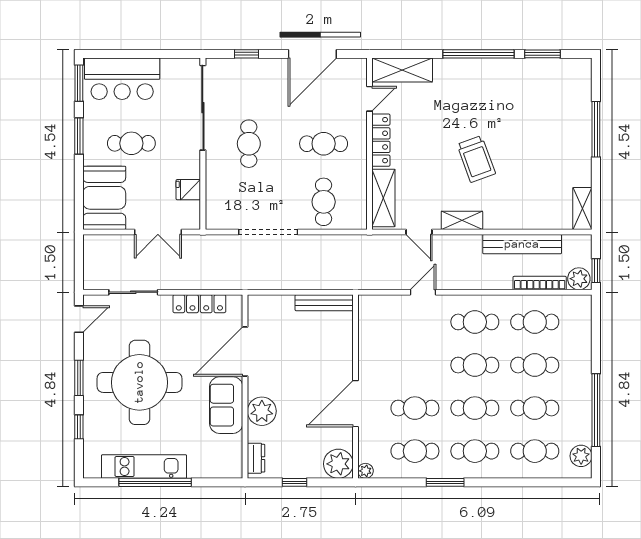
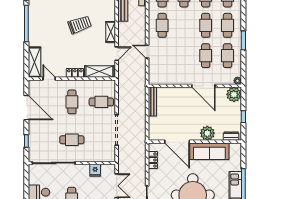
locker: (381, 140) -> (75, 73), width x0.66
locker: (199, 304) -> (153, 160), width x0.66
cafe table: (475, 365) -> (184, 25), removed
sofa: (226, 405) -> (209, 151), width x1.36

